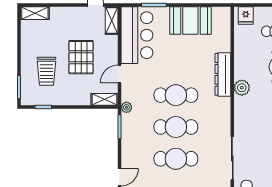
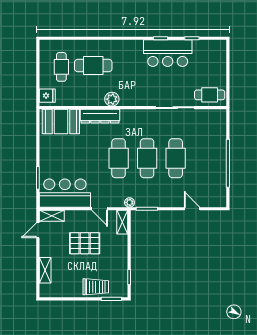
shelving: (35, 13) -> (45, 270), moved
booth: (190, 21) -> (61, 122), moved, turned 90
trolley: (47, 71) -> (96, 287), moved

